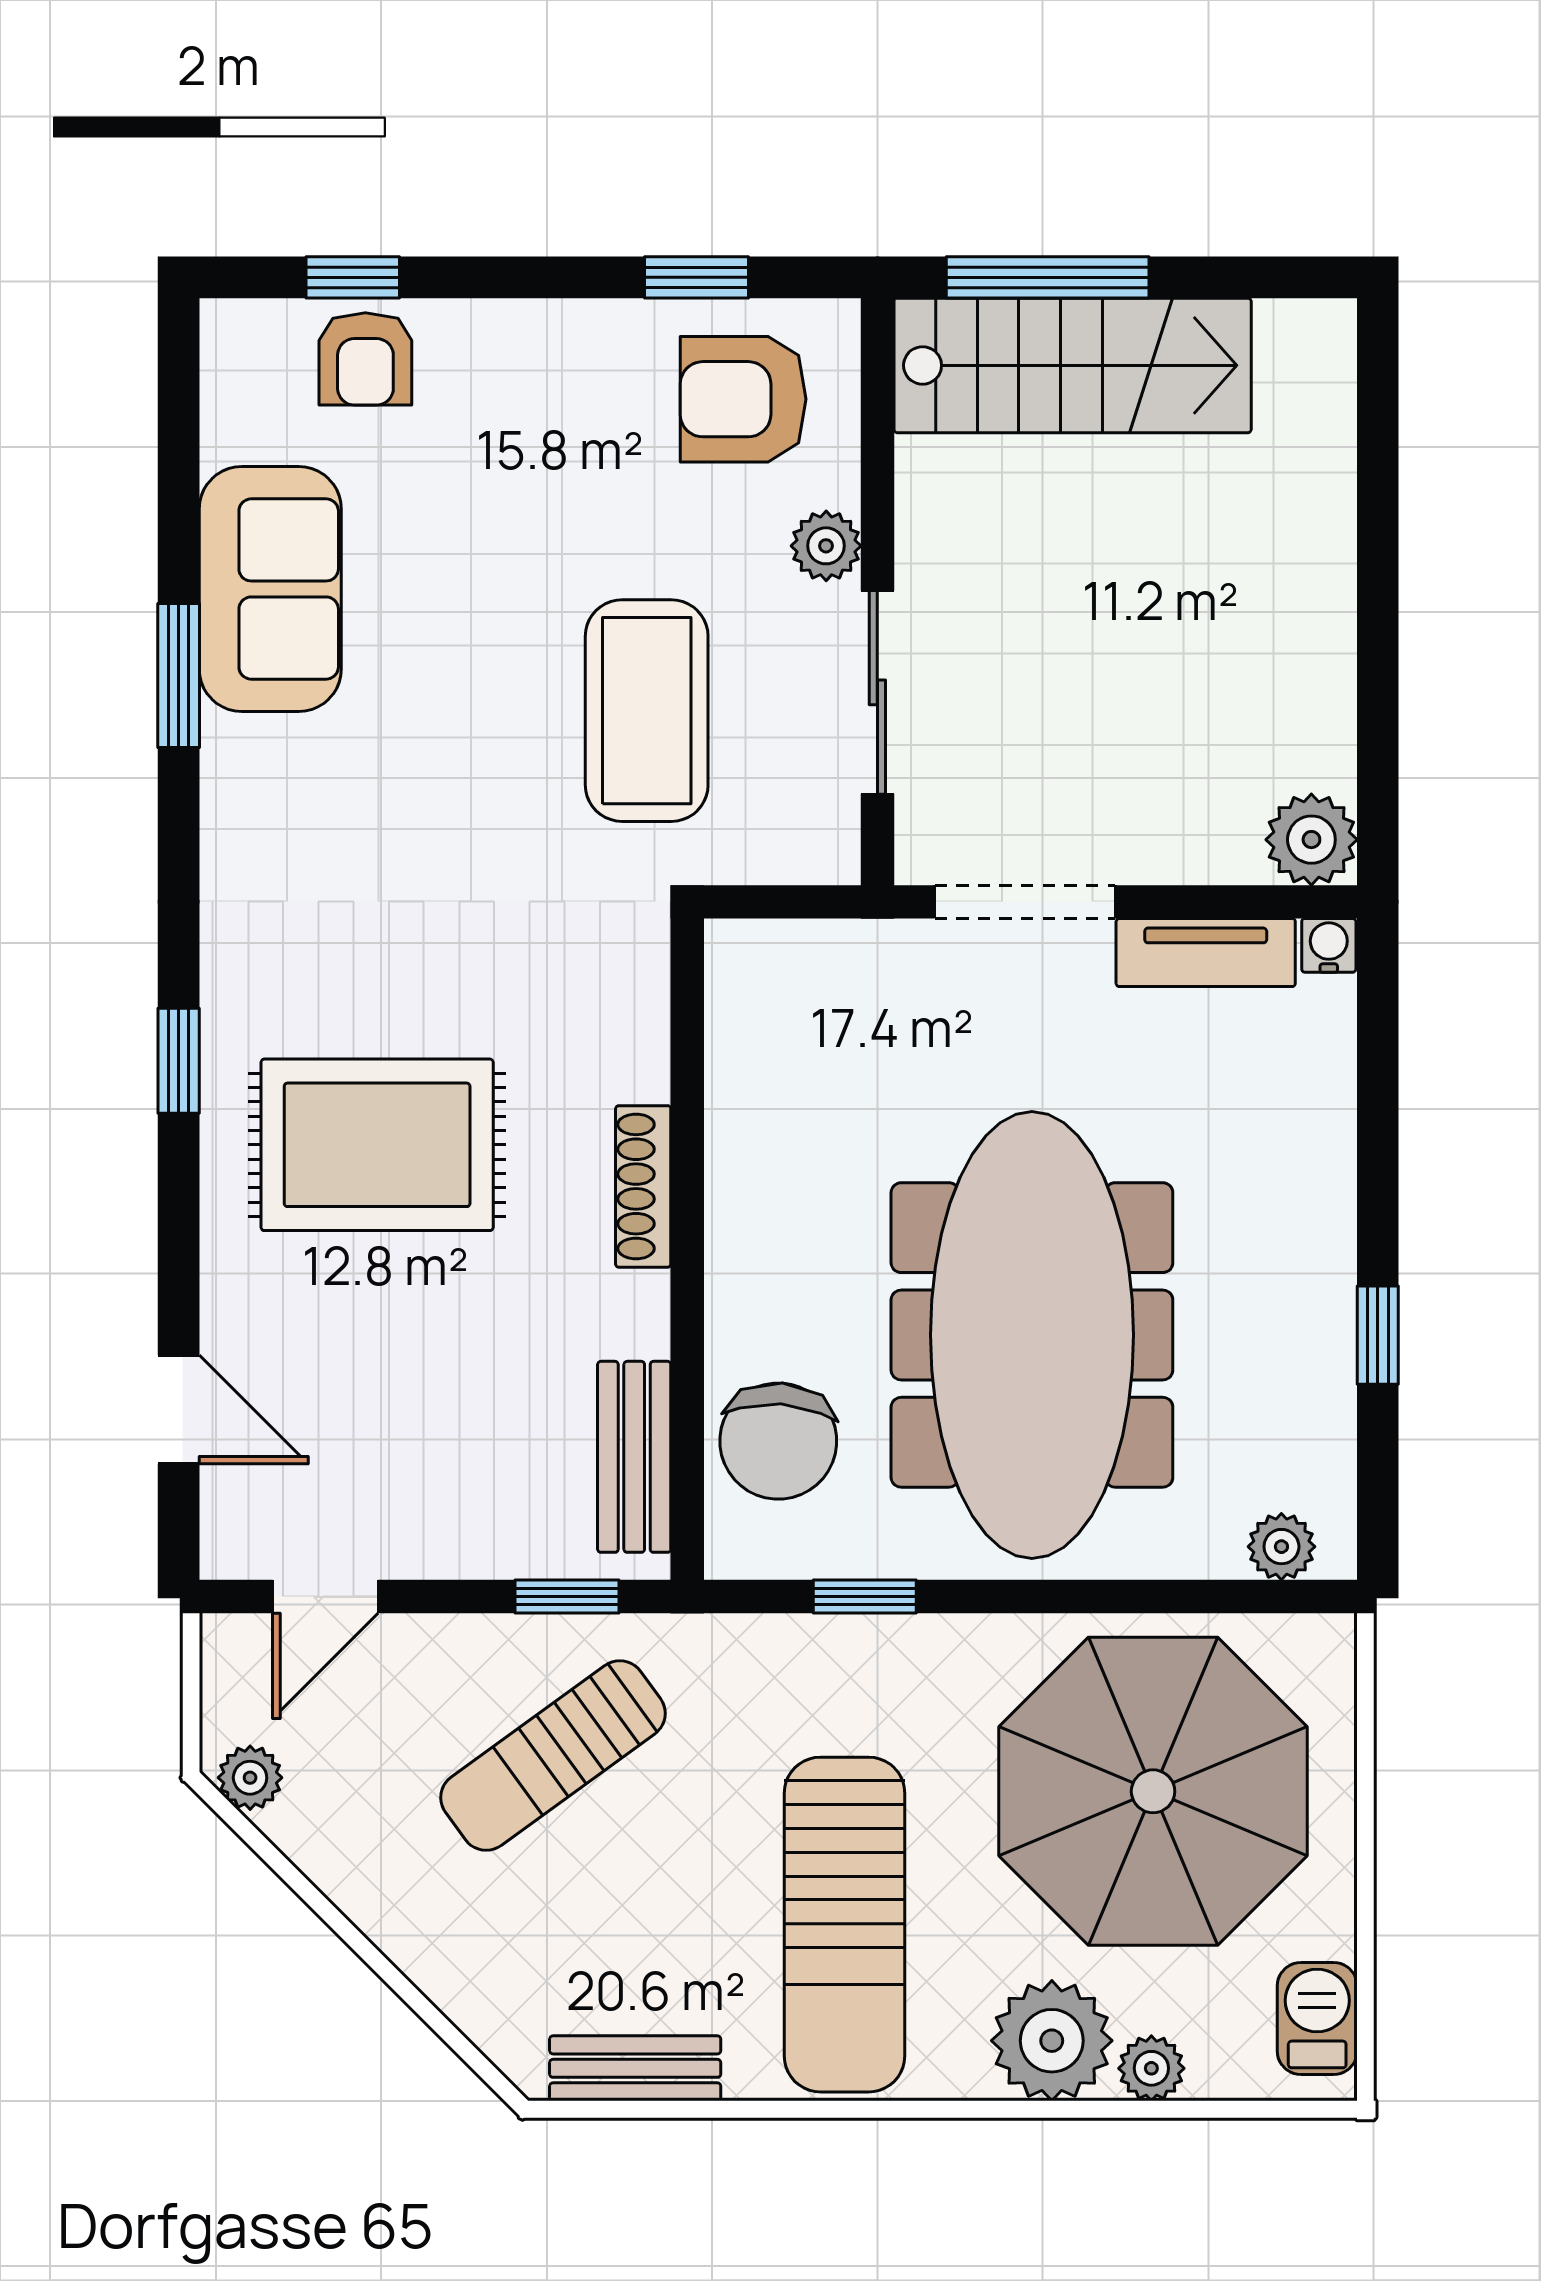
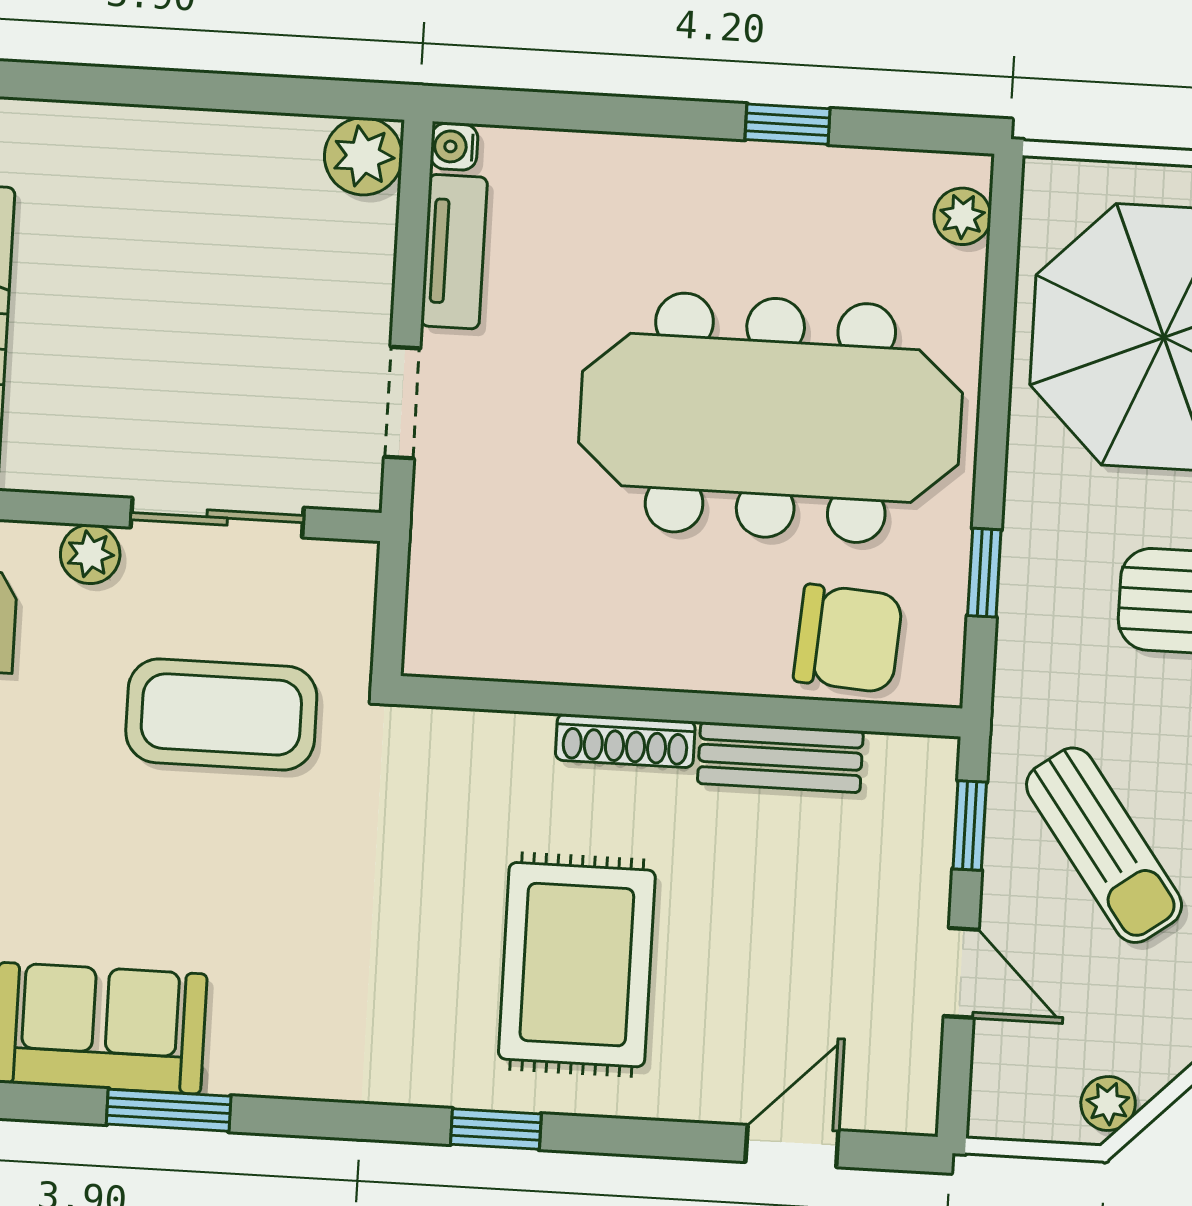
doorway: (1025, 902) -> (402, 403), width x0.73
bench: (634, 1457) -> (780, 757), moved
door: (325, 1597) -> (961, 973), moved

